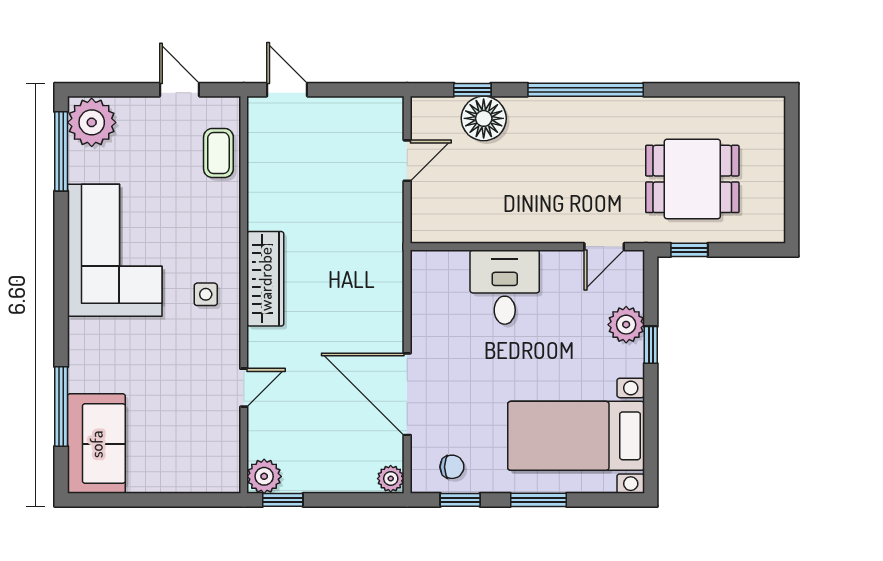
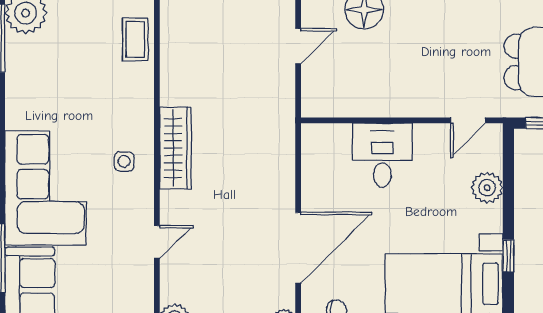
corner sofa: (115, 250) -> (46, 188), moved
window: (651, 345) -> (508, 256), moved
door: (407, 394) -> (298, 248), swing flipped

